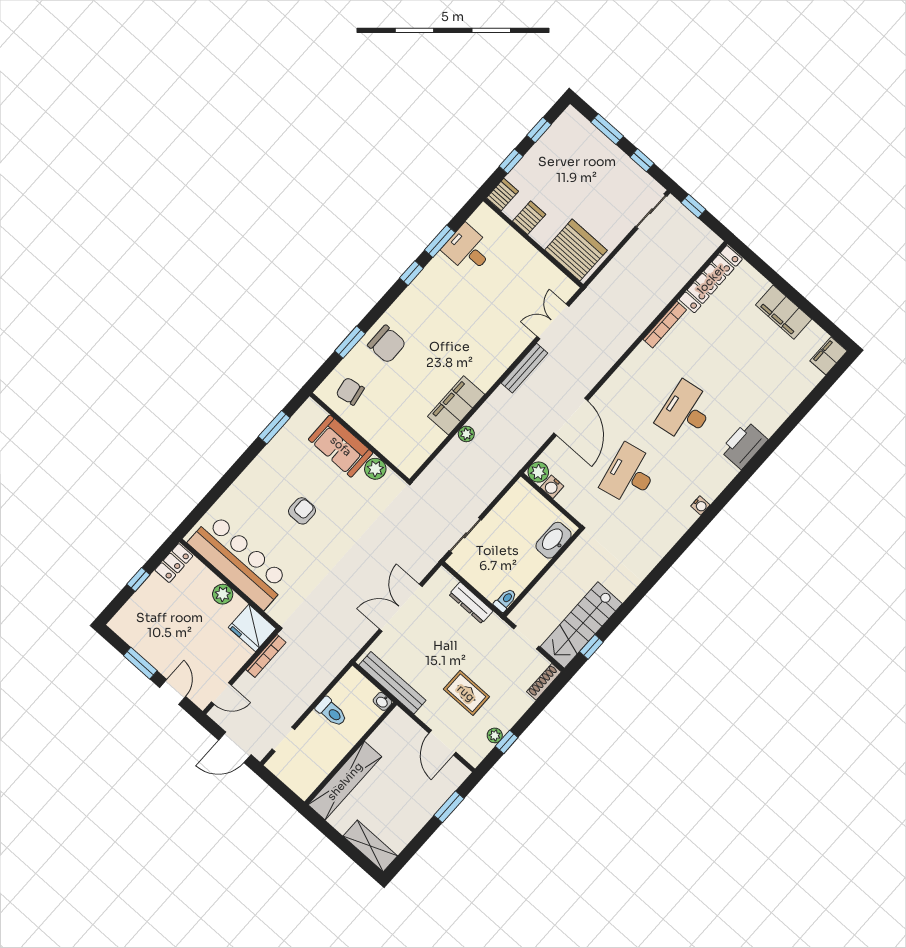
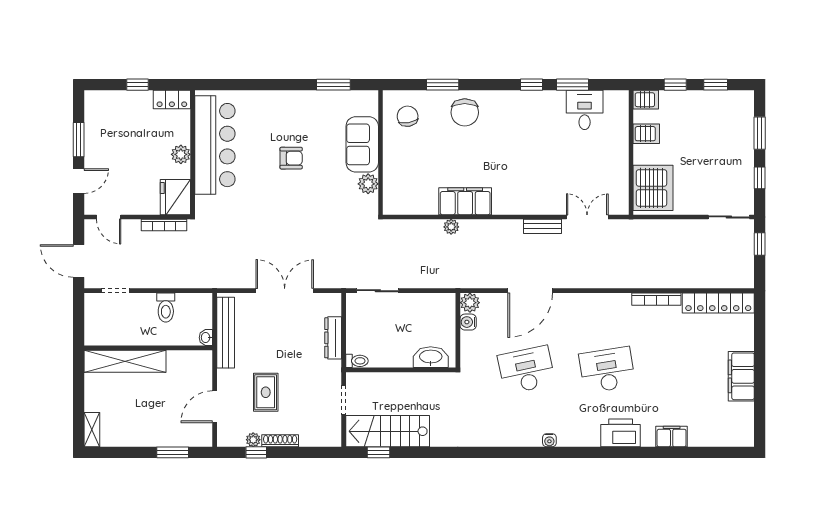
filing cabinet: (829, 356) -> (672, 437), moved
bench: (525, 368) -> (543, 226), width x0.73
shoe rack: (544, 682) -> (280, 441), moved
shelving: (370, 846) -> (92, 430), width x0.67, depth x0.75

